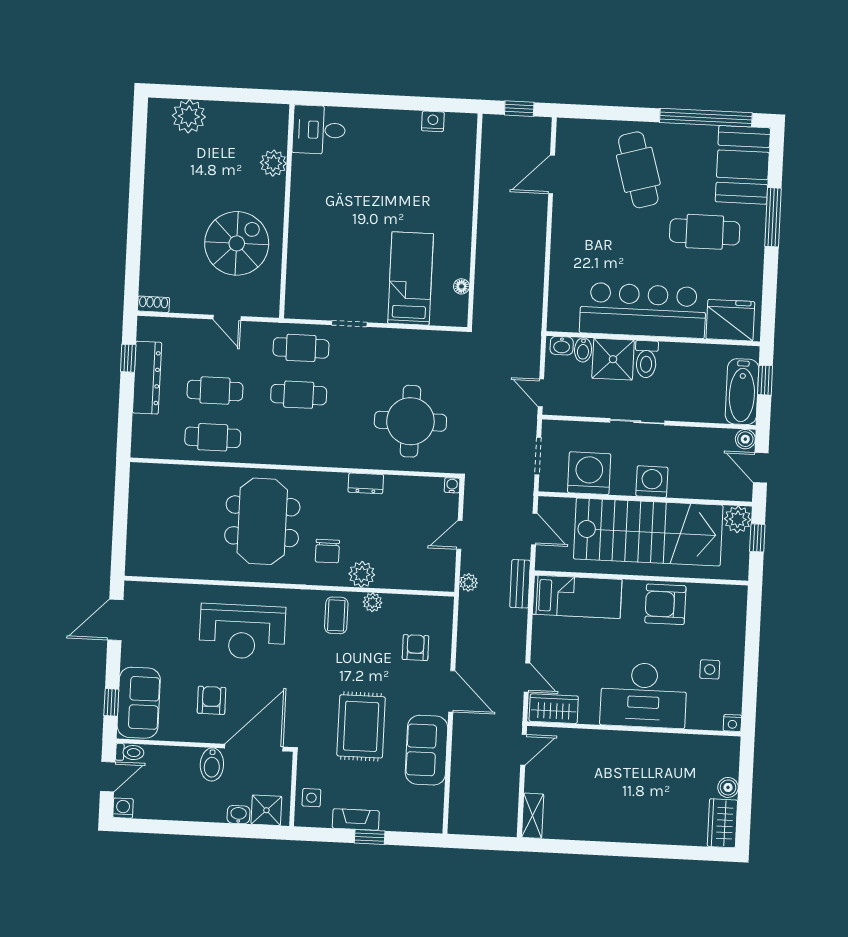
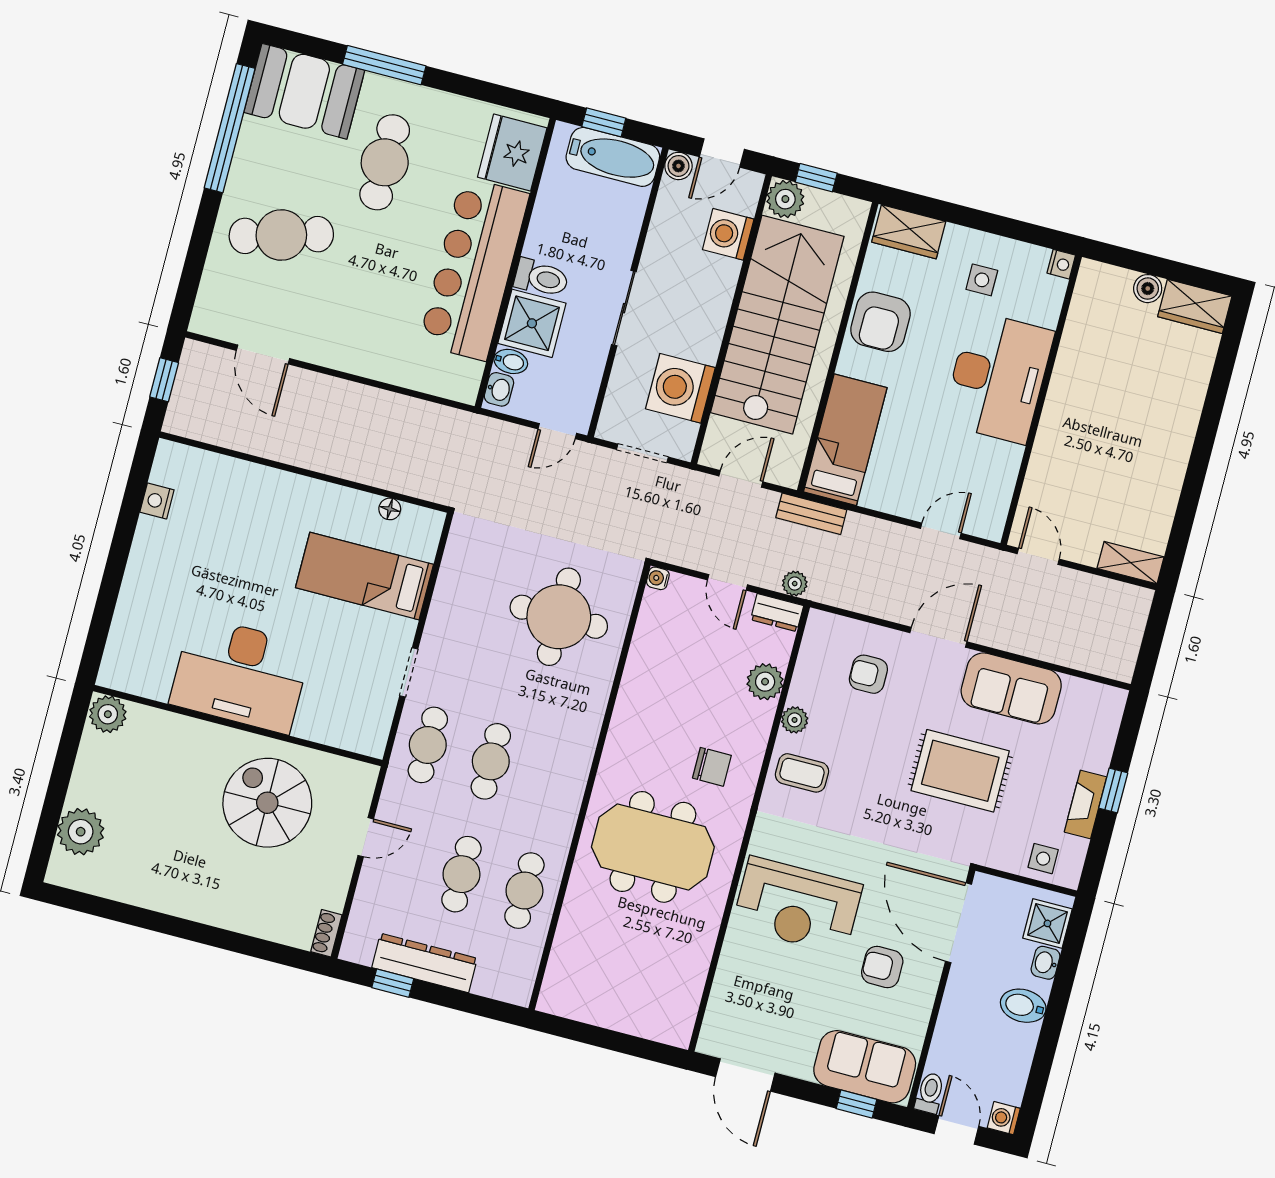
desk: (319, 130) -> (240, 674), moved, width x1.87, depth x1.30
plant: (273, 163) -> (108, 714), moved
washing machine: (652, 482) -> (728, 234), moved
dresser: (366, 483) -> (777, 613), moved, turned 90
plant: (362, 574) -> (765, 682), moved
reception desk: (242, 632) -> (797, 906), turned 90
wardrobe: (554, 709) -> (909, 232), moved, turned -90
bidet: (212, 765) -> (1023, 1006), moved, turned 180

